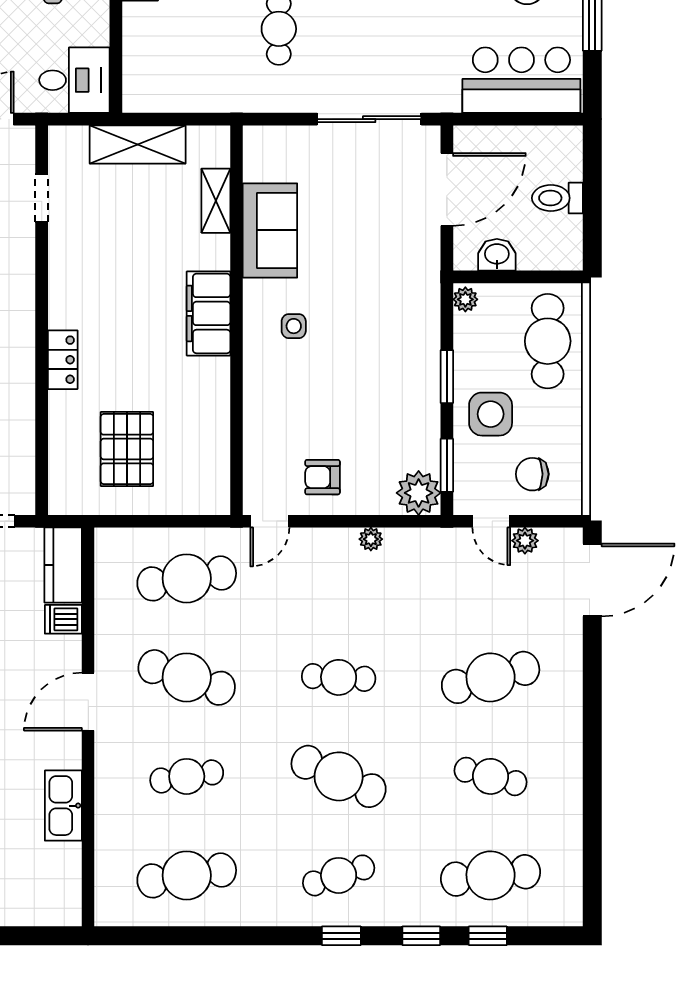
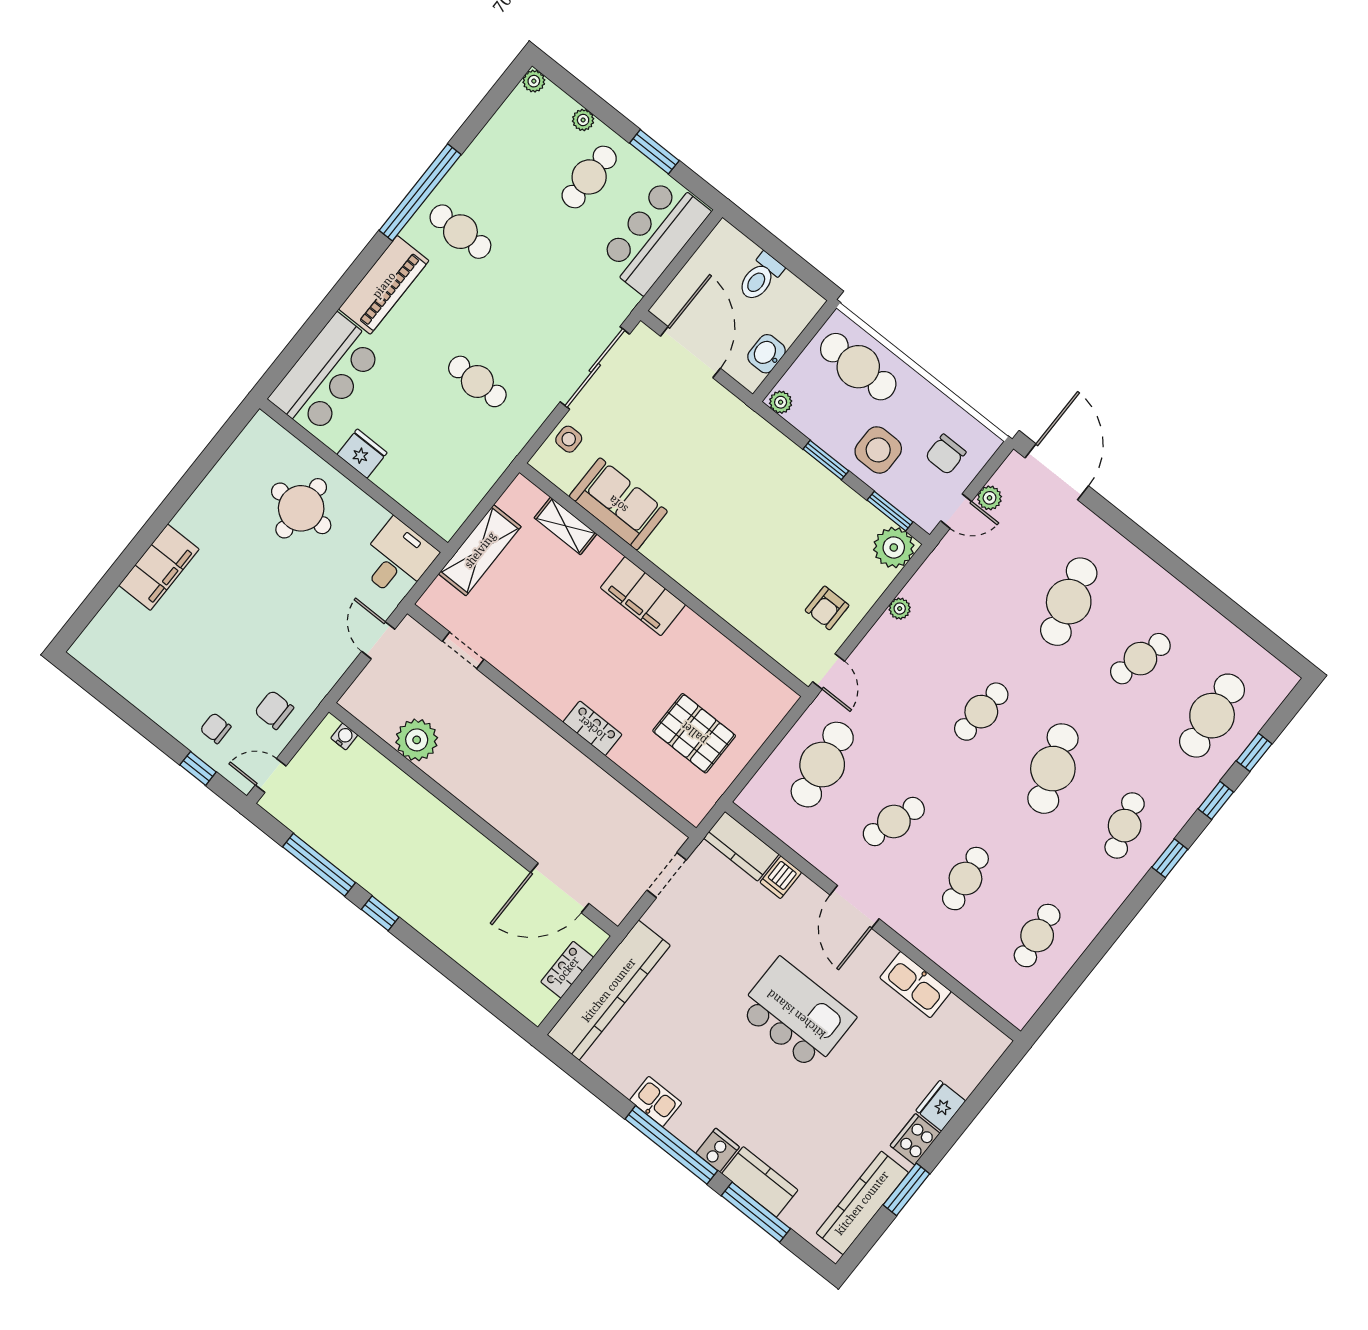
side table: (294, 326) -> (569, 439), moved
cafe table: (187, 677) -> (894, 822), width x0.73, depth x0.74
cafe table: (339, 776) -> (1053, 769), turned -45
cafe table: (187, 875) -> (1037, 936), width x0.73, depth x0.74

